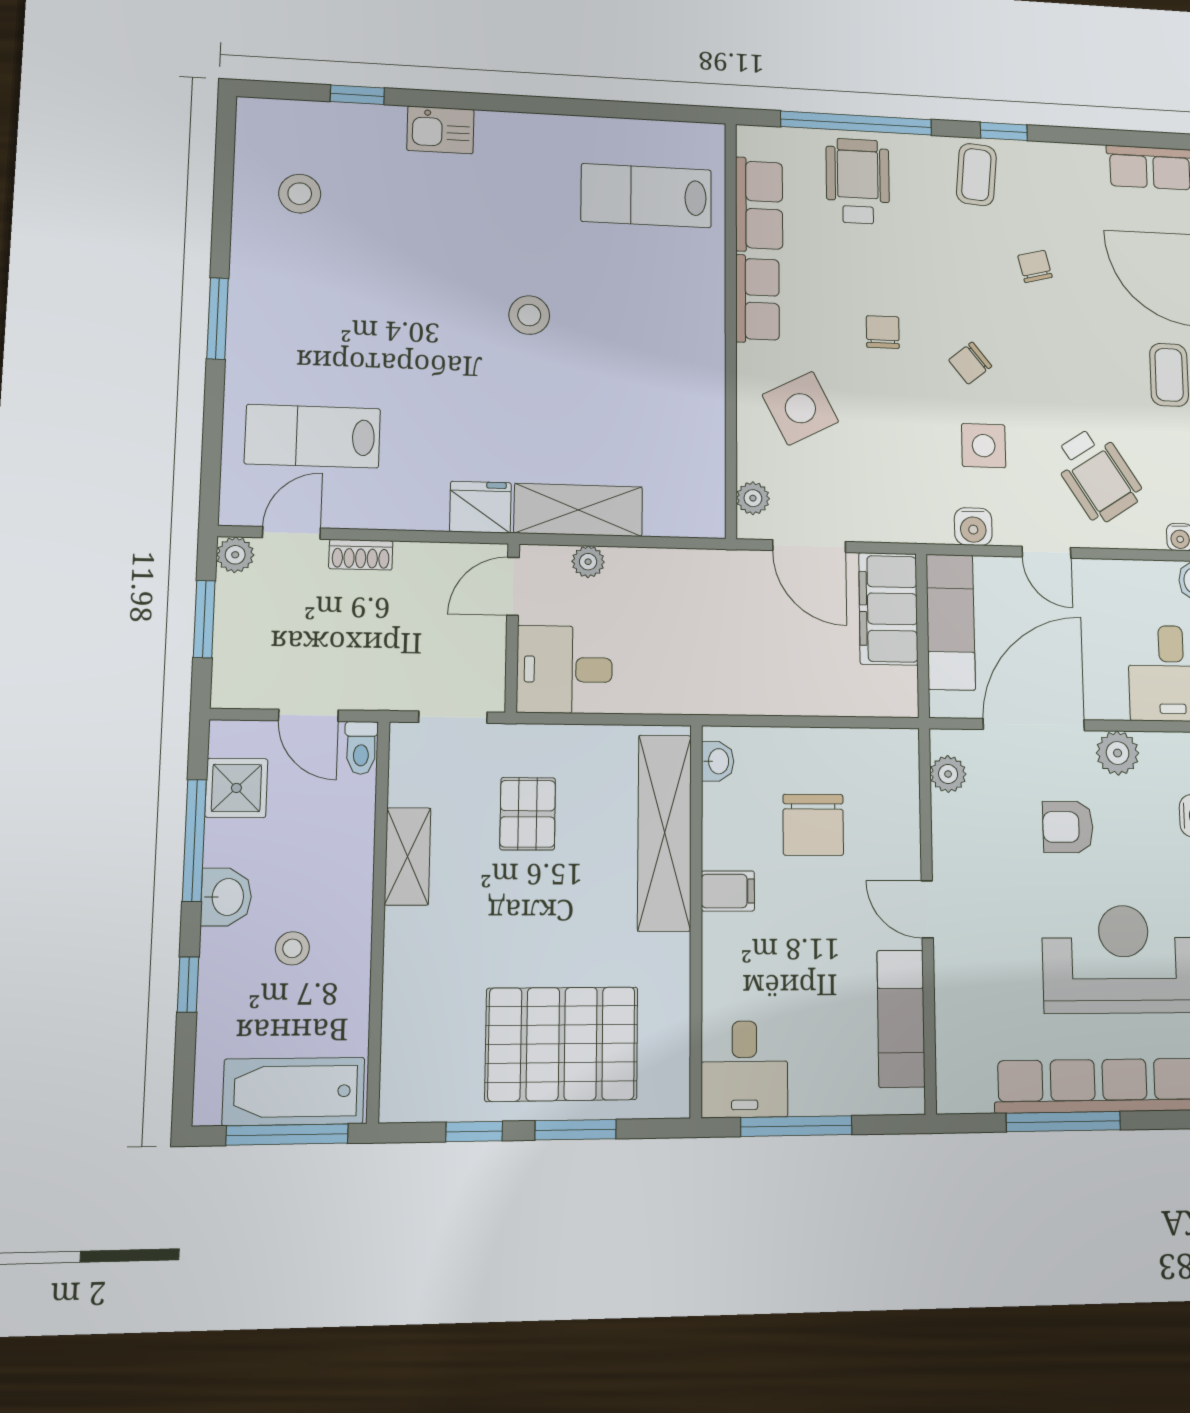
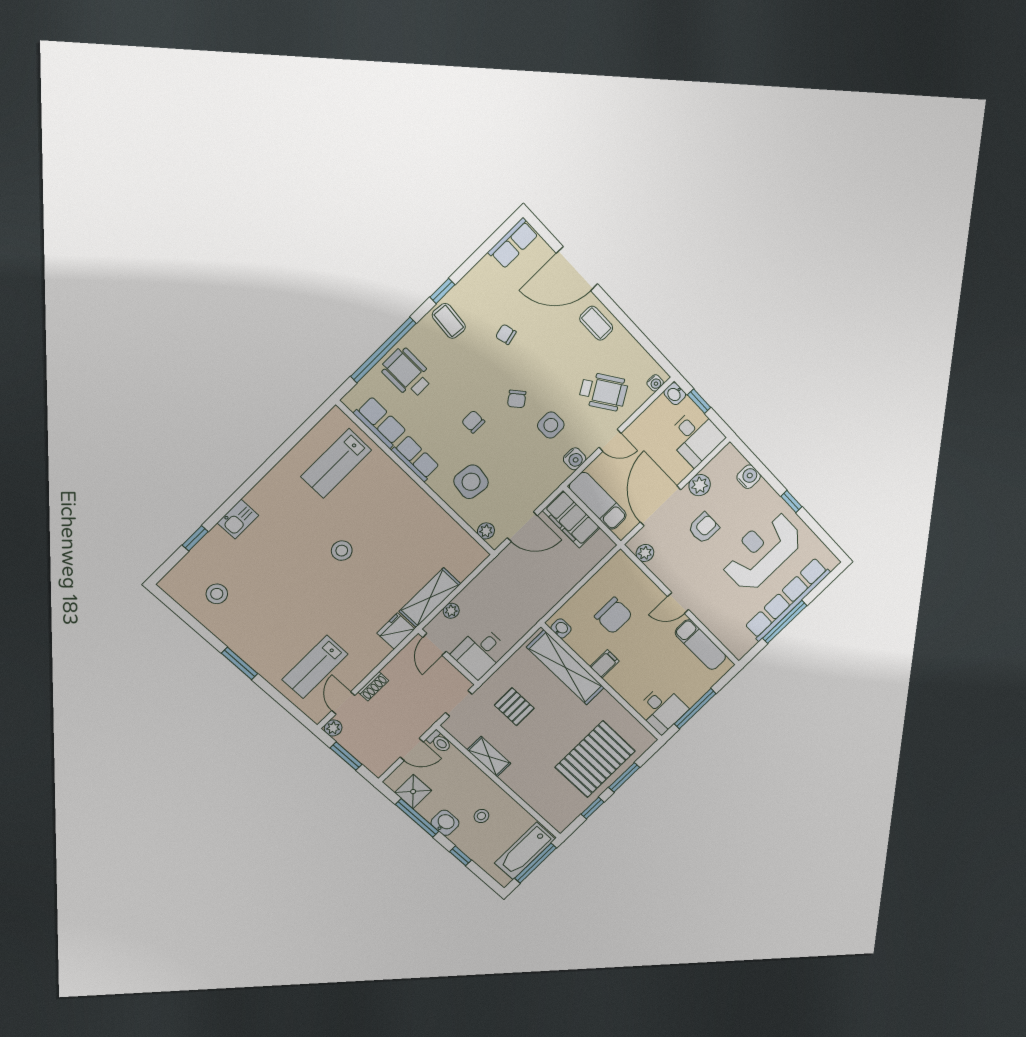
side table: (800, 408) -> (471, 482), turned 35
armchair: (1068, 827) -> (704, 528), turned 180

